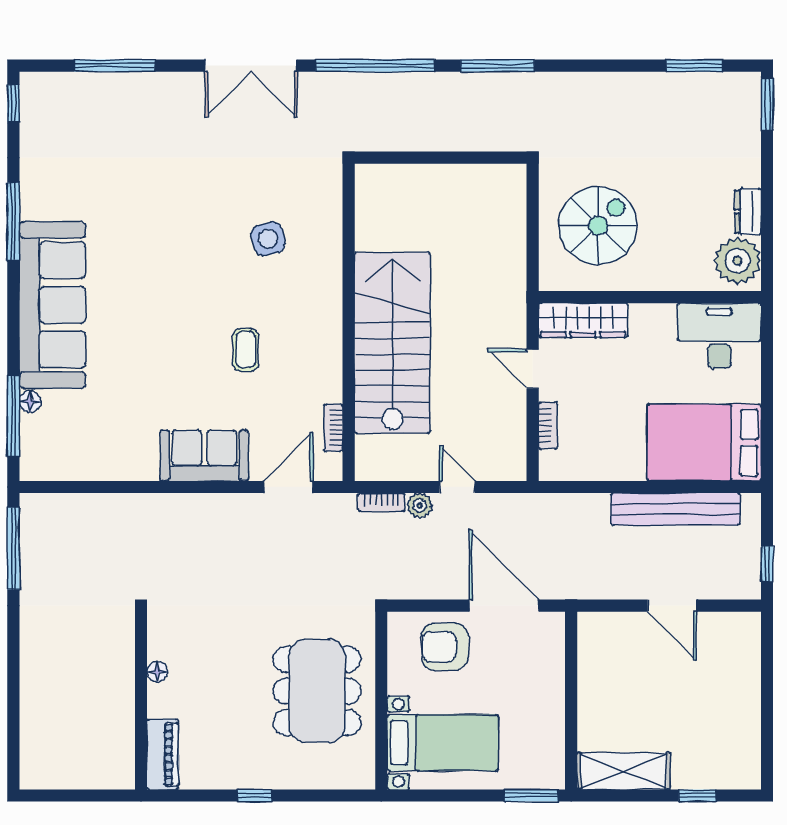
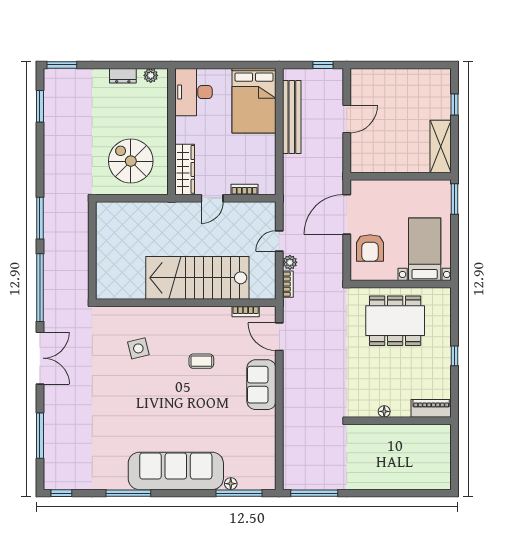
plant: (738, 261) -> (151, 75), width x0.53, depth x0.53

